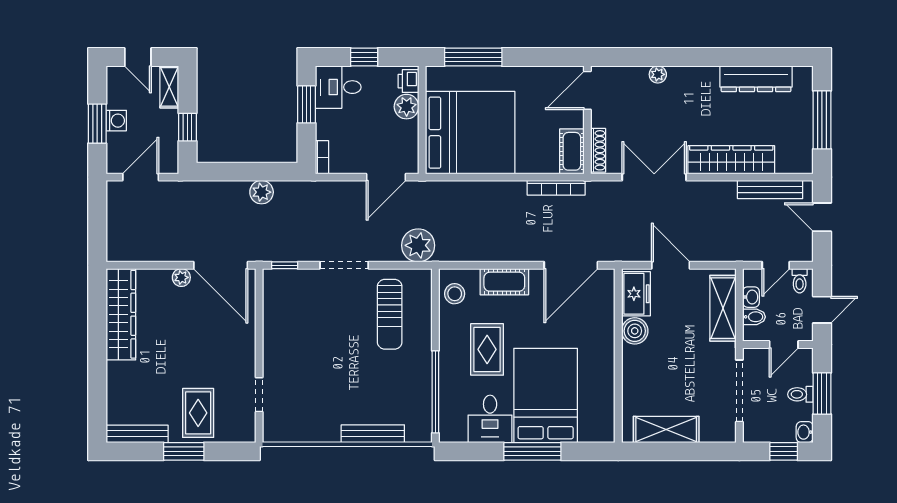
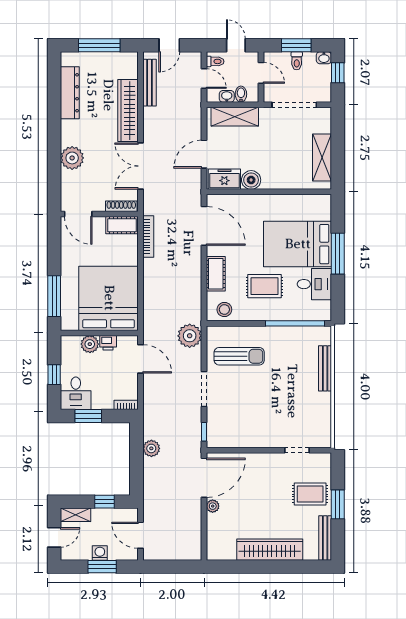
plant: (658, 74) -> (72, 158), width x1.88, depth x1.88
printer: (408, 81) -> (108, 343), moved
wardrobe: (121, 314) -> (270, 550), moved

